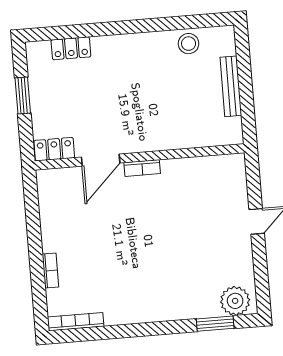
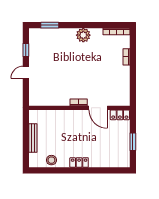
locker: (71, 48) -> (79, 162), moved
door: (101, 160) -> (98, 108), swing flipped
window: (260, 268) -> (26, 50), added
plant: (235, 301) -> (83, 35), moved

